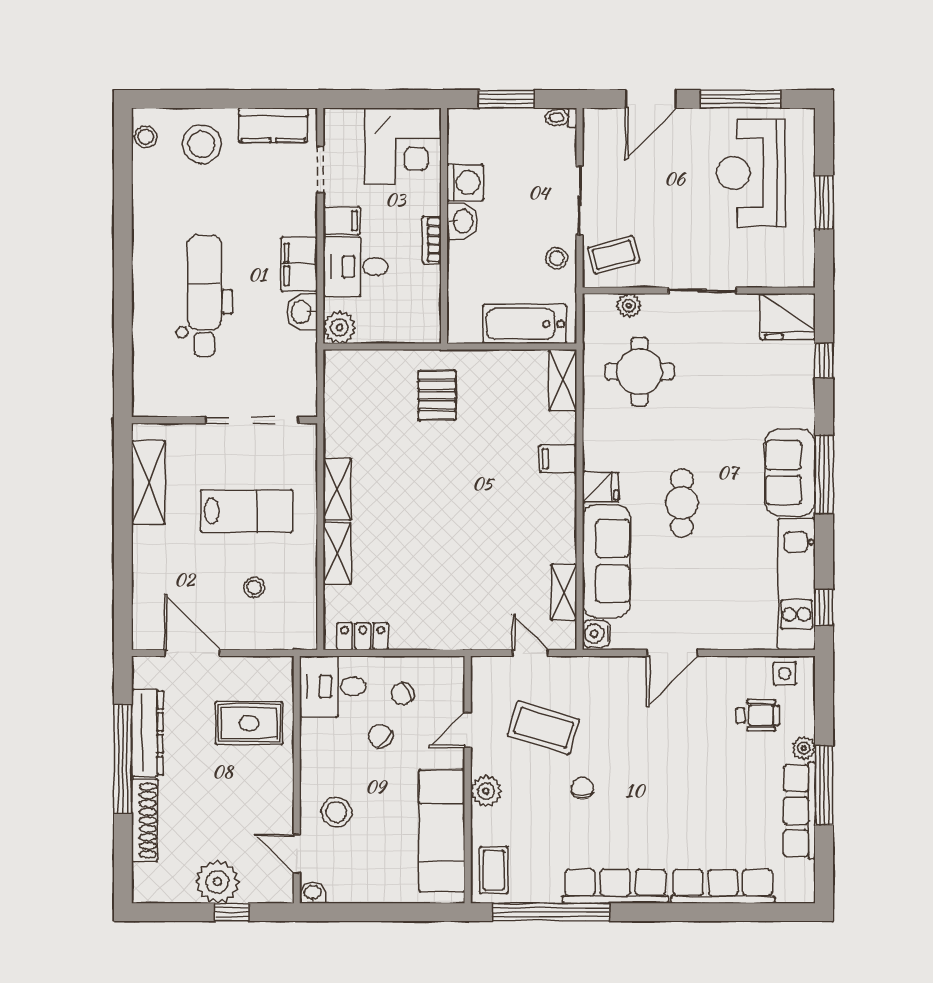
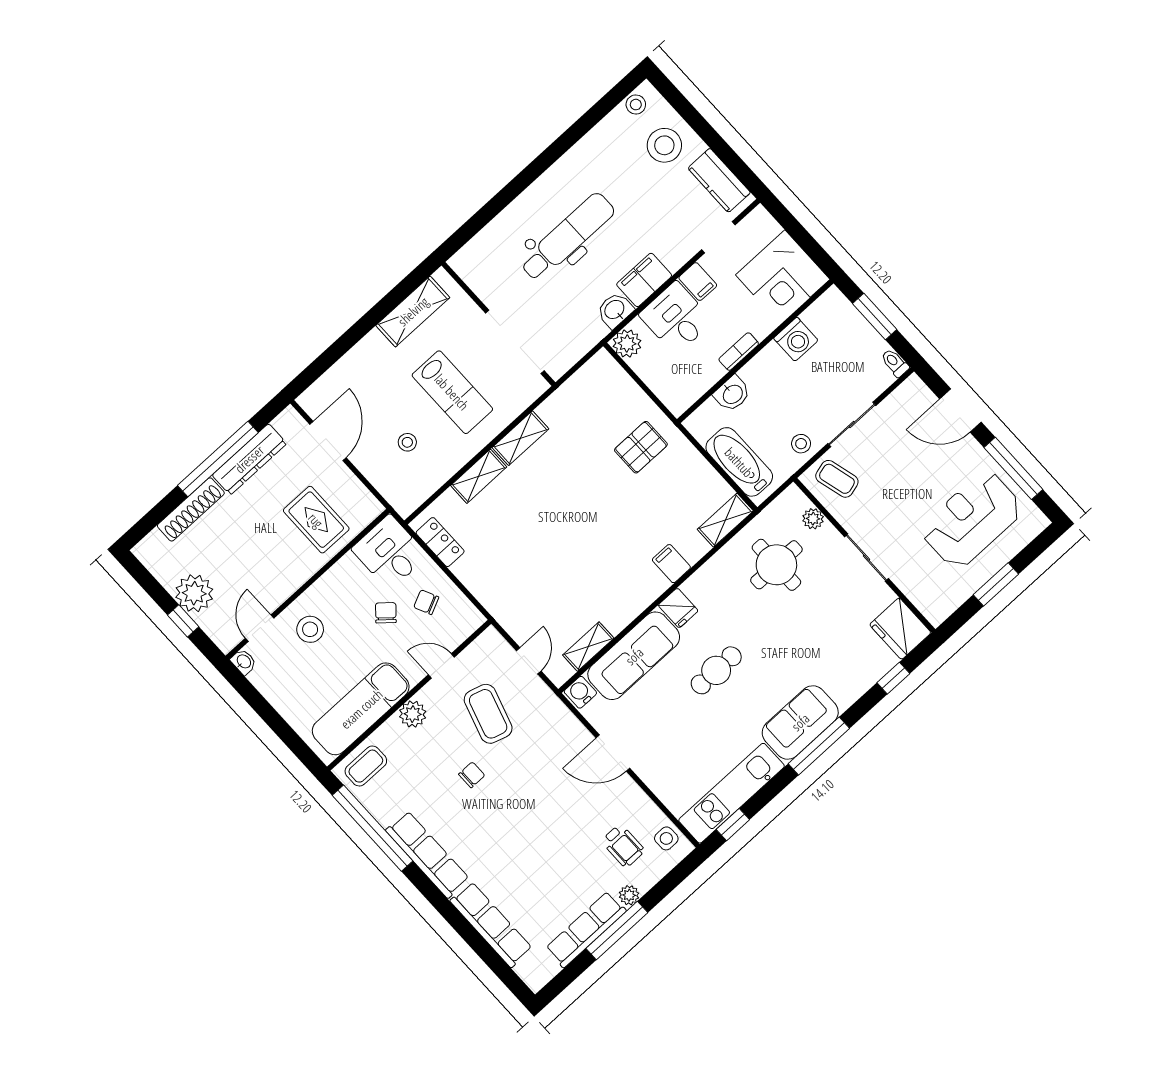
washbasin: (462, 221) -> (732, 394), moved

